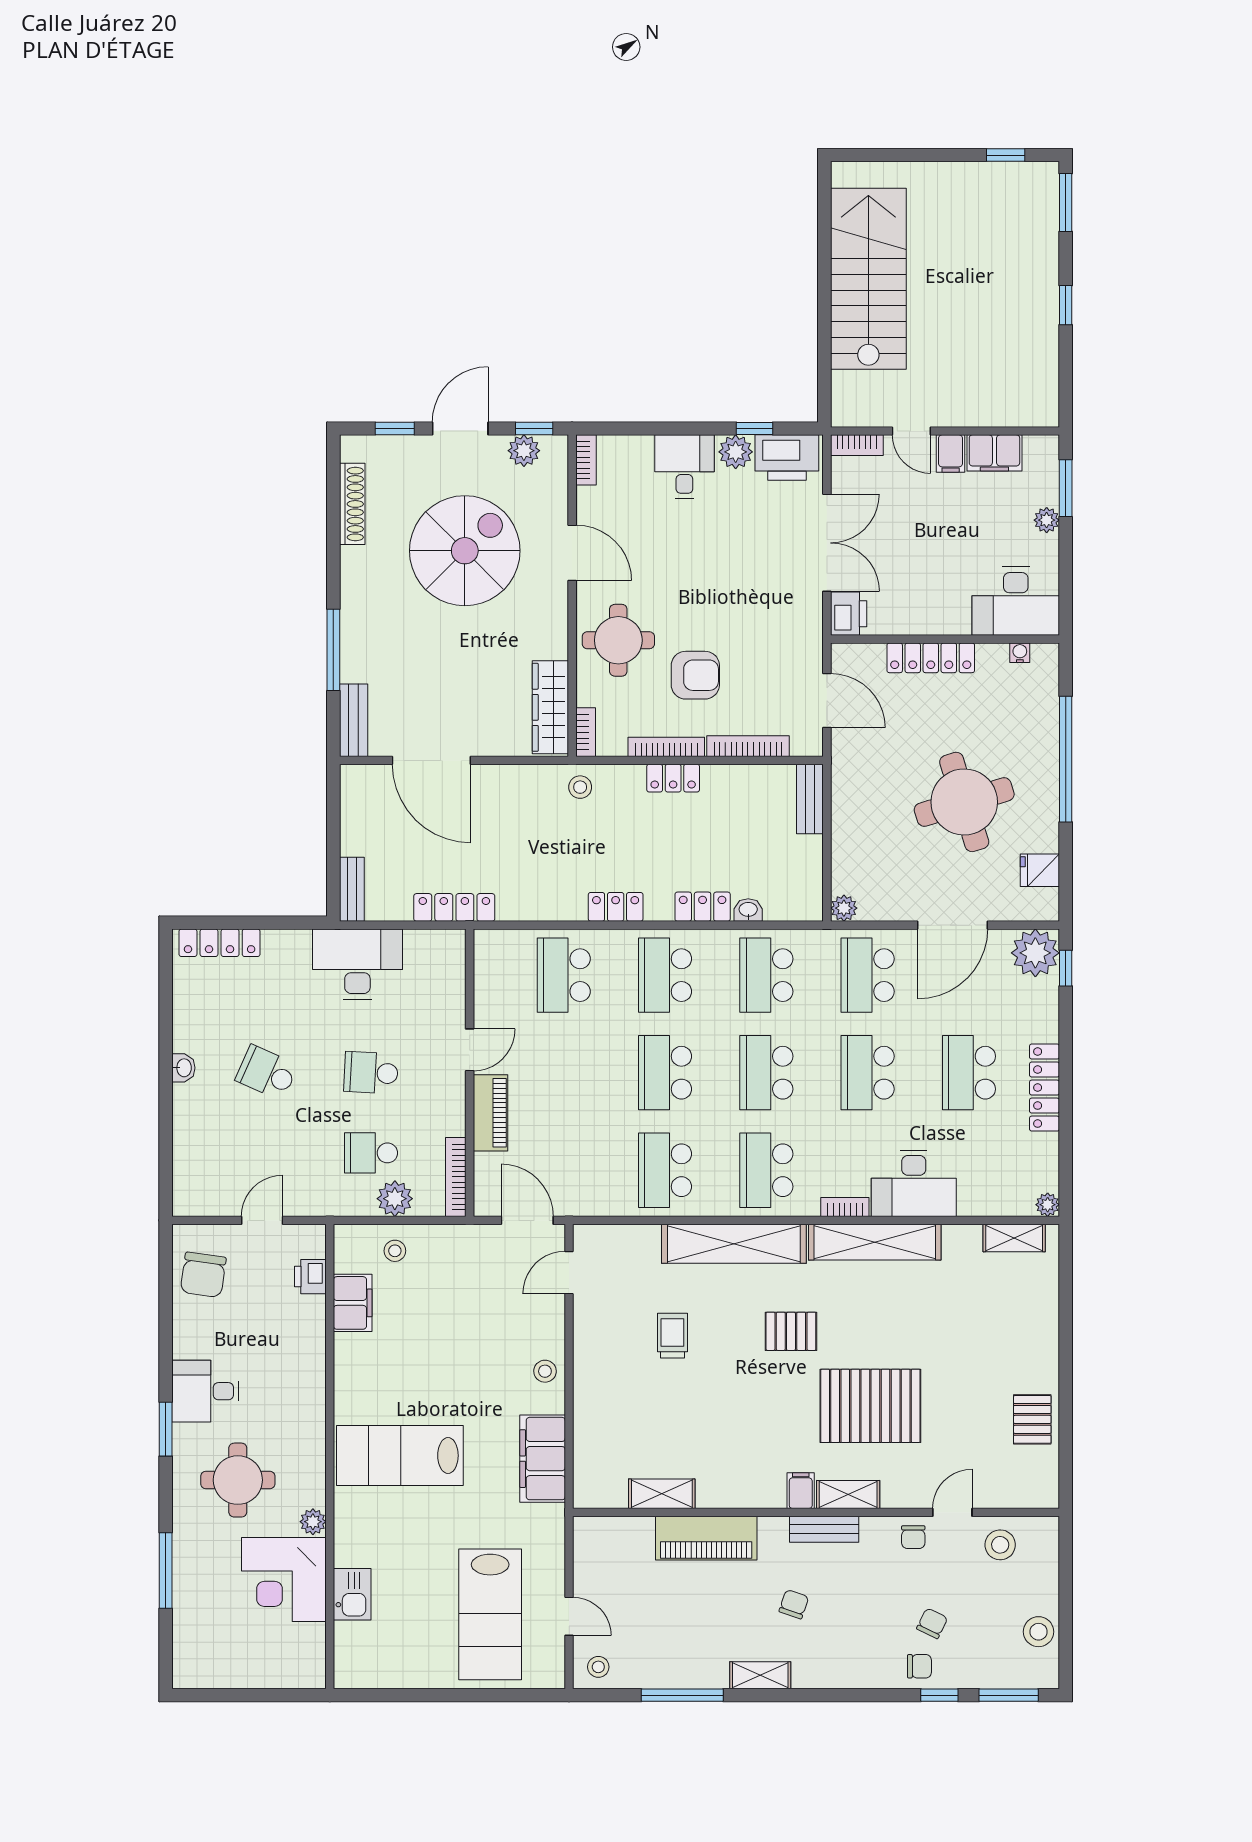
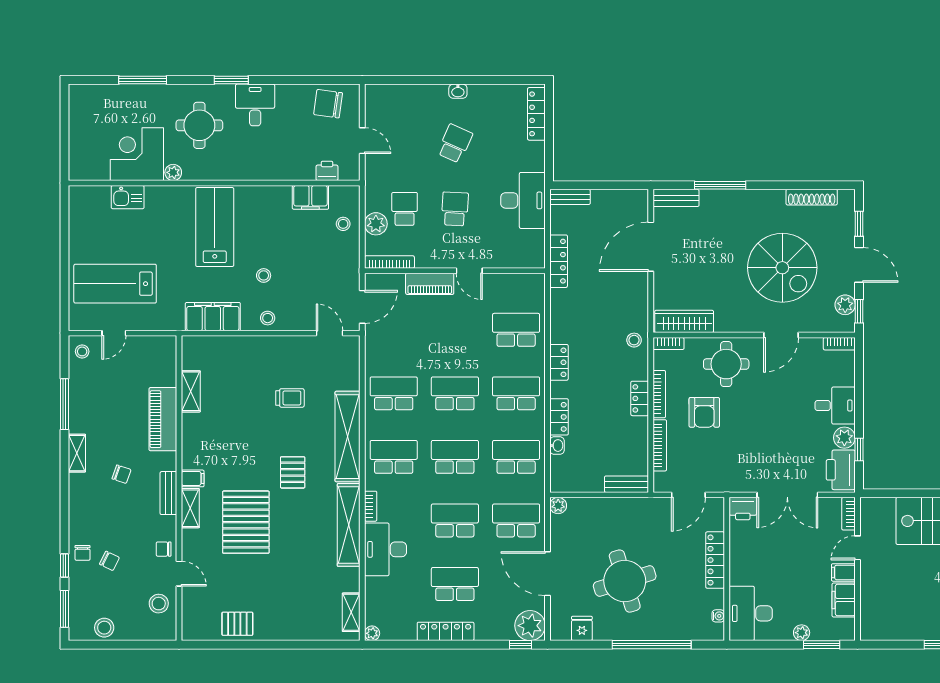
stool: (477, 1378) -> (264, 275), added

